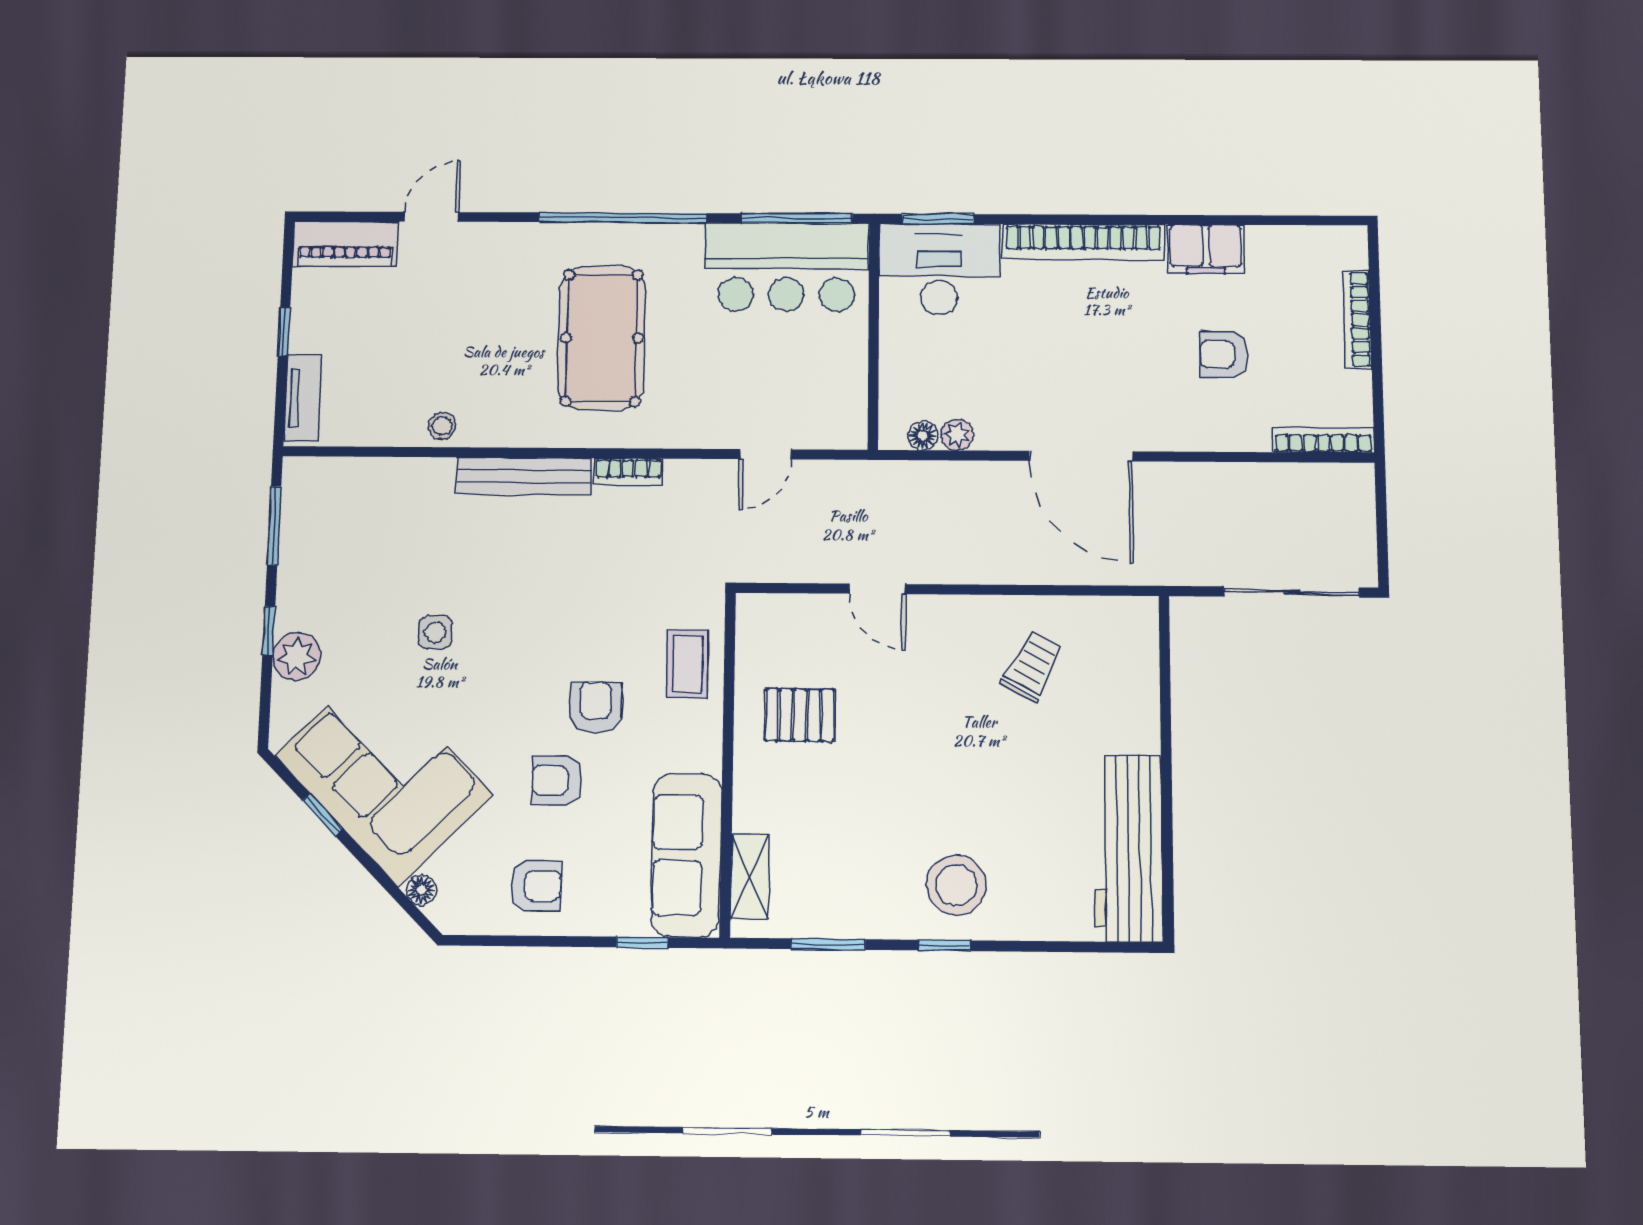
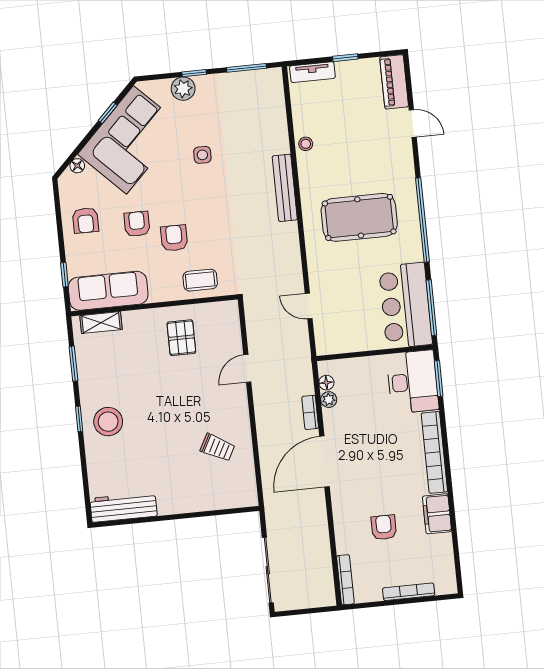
bookcase: (628, 472) -> (310, 412), moved
armchair: (595, 707) -> (174, 238), turned -90
workbench: (1128, 848) -> (123, 507), width x0.73, depth x0.76

